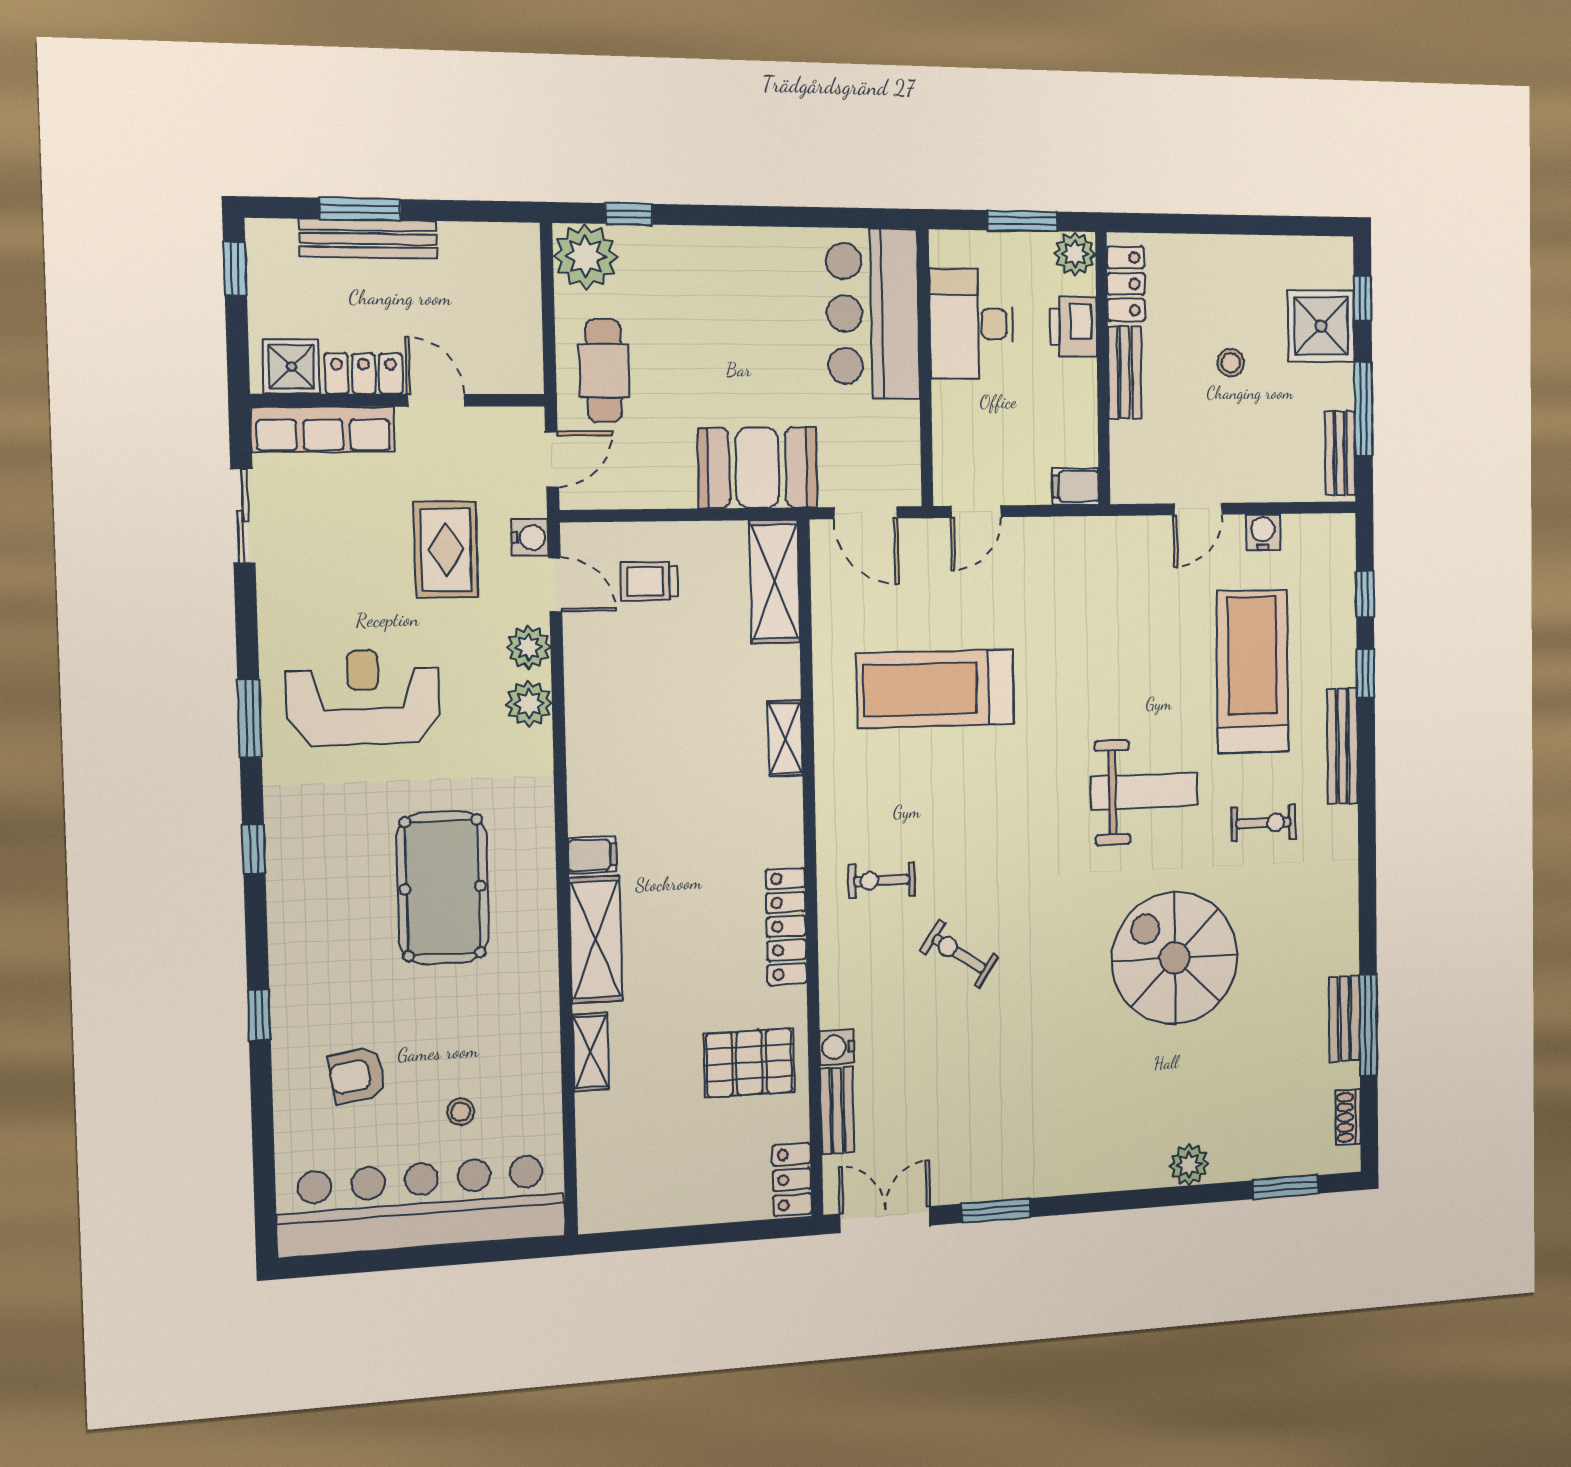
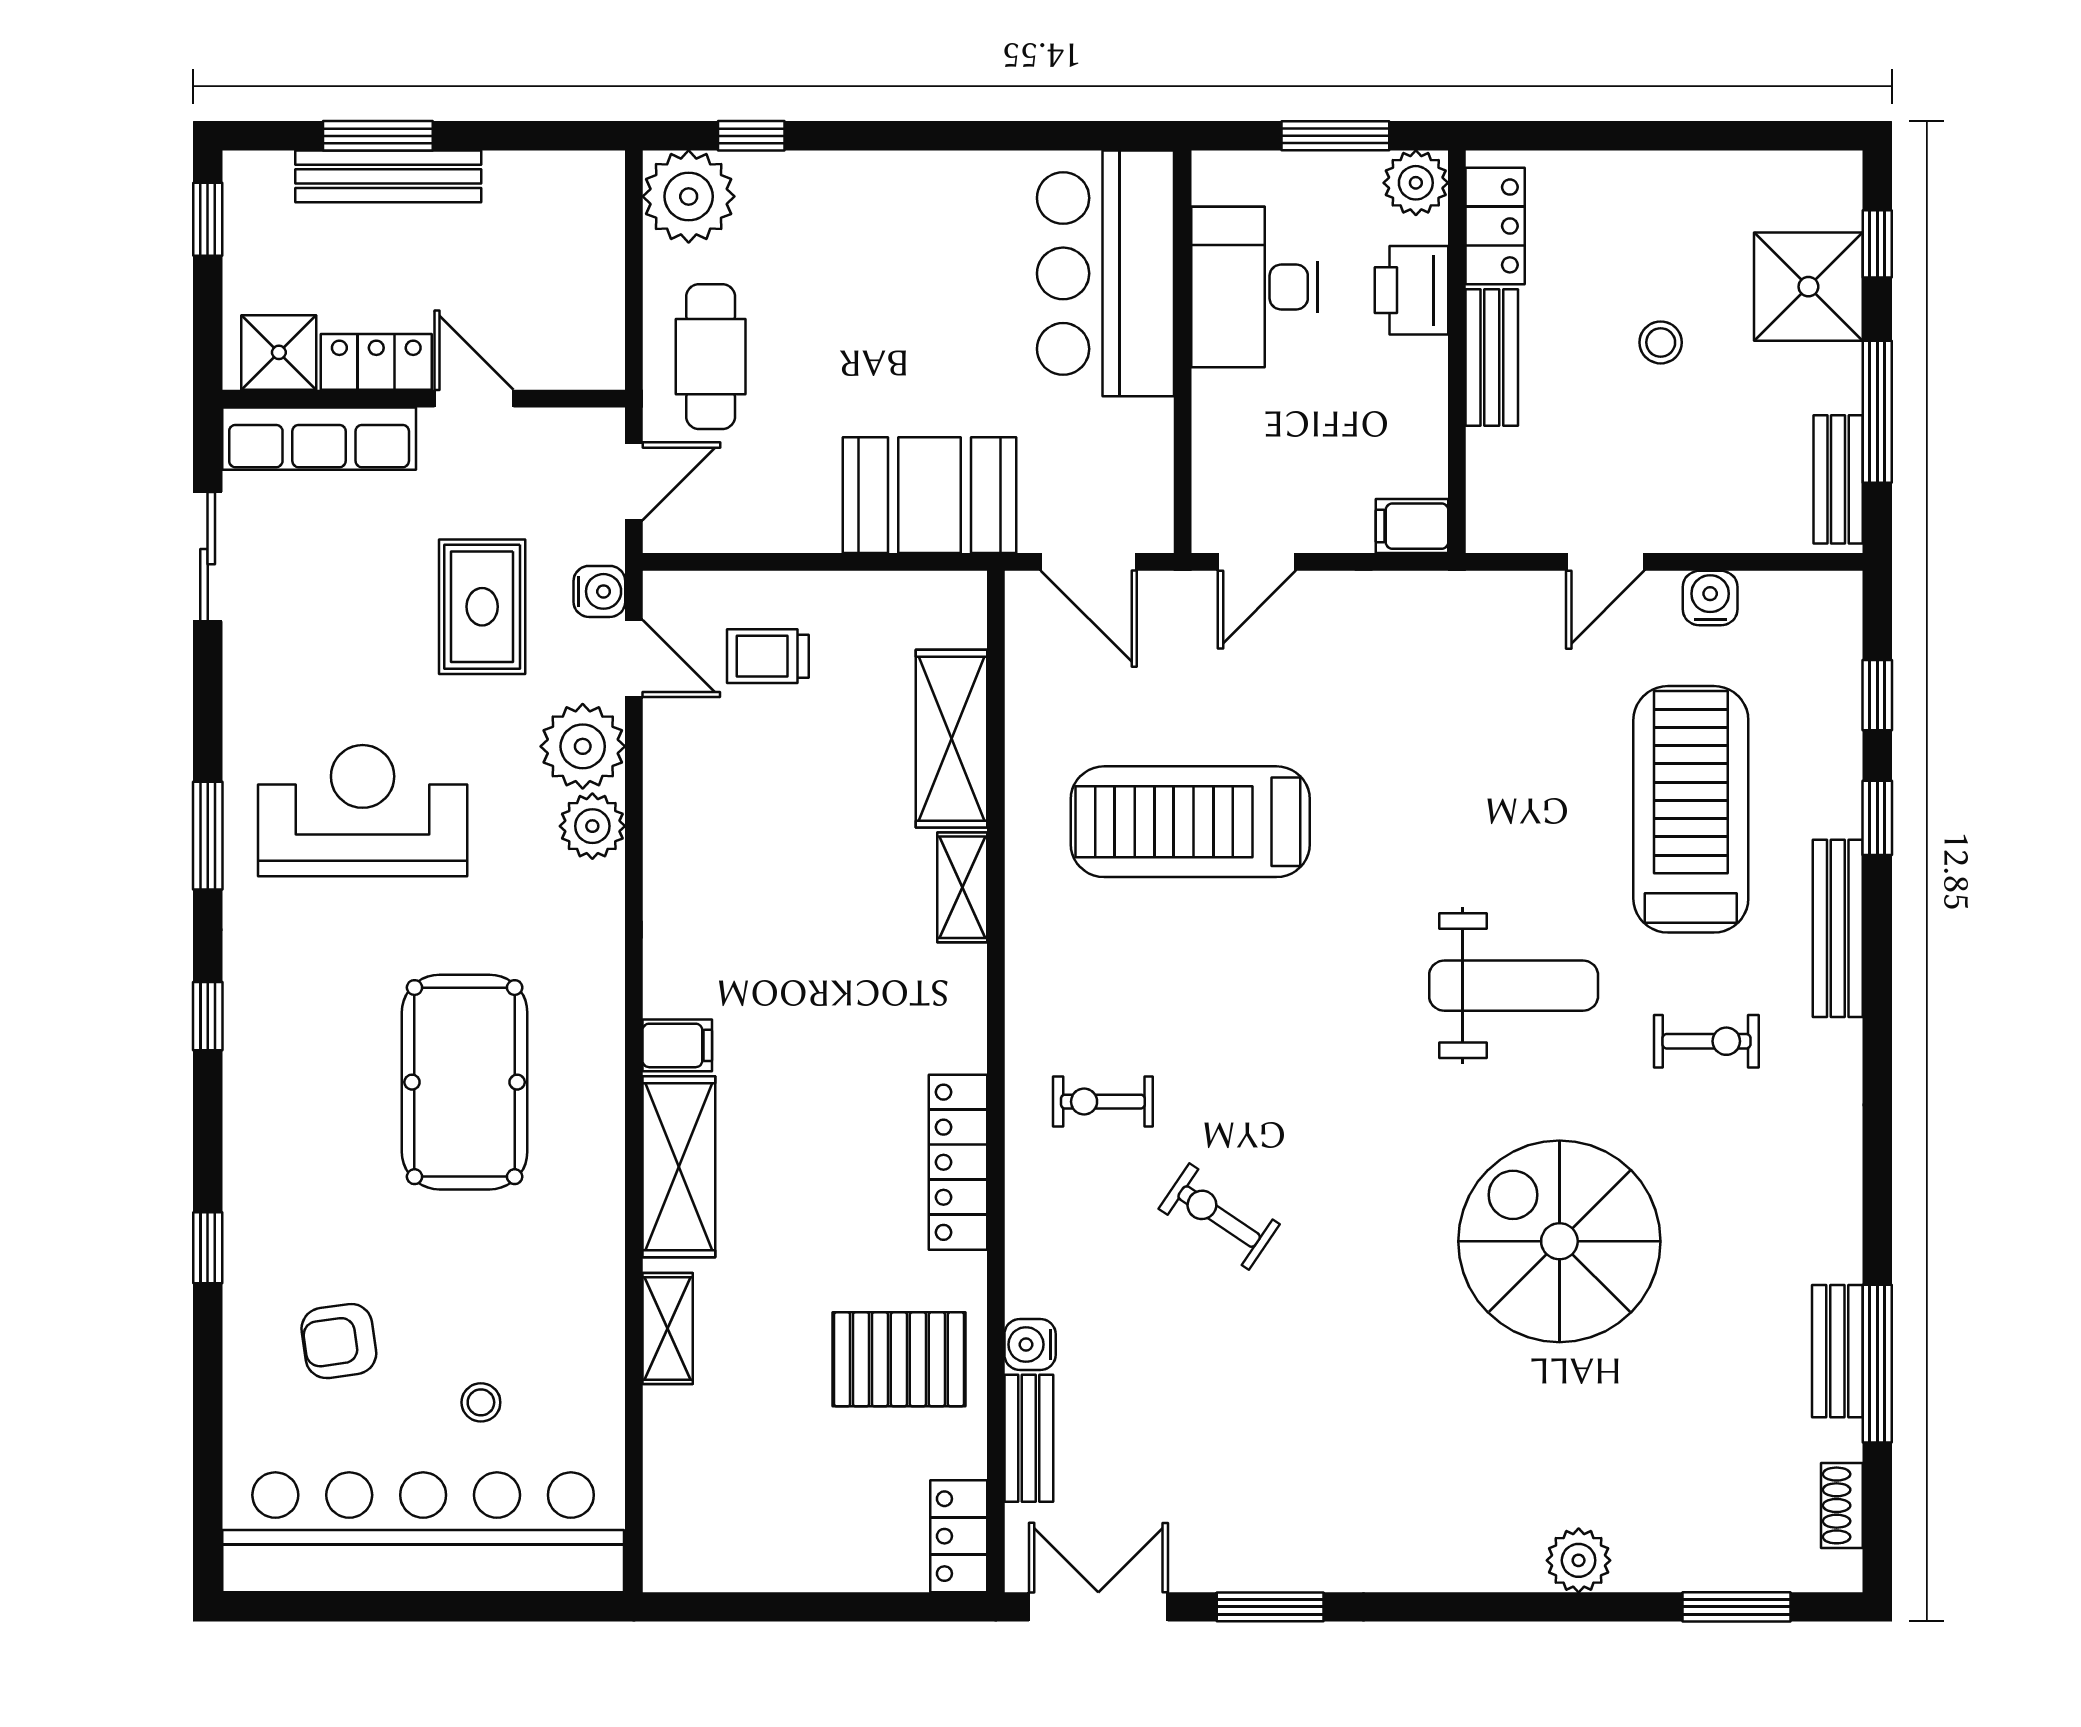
shelving: (775, 582) -> (951, 739), moved
plant: (529, 647) -> (583, 746), width x1.36, depth x1.36

